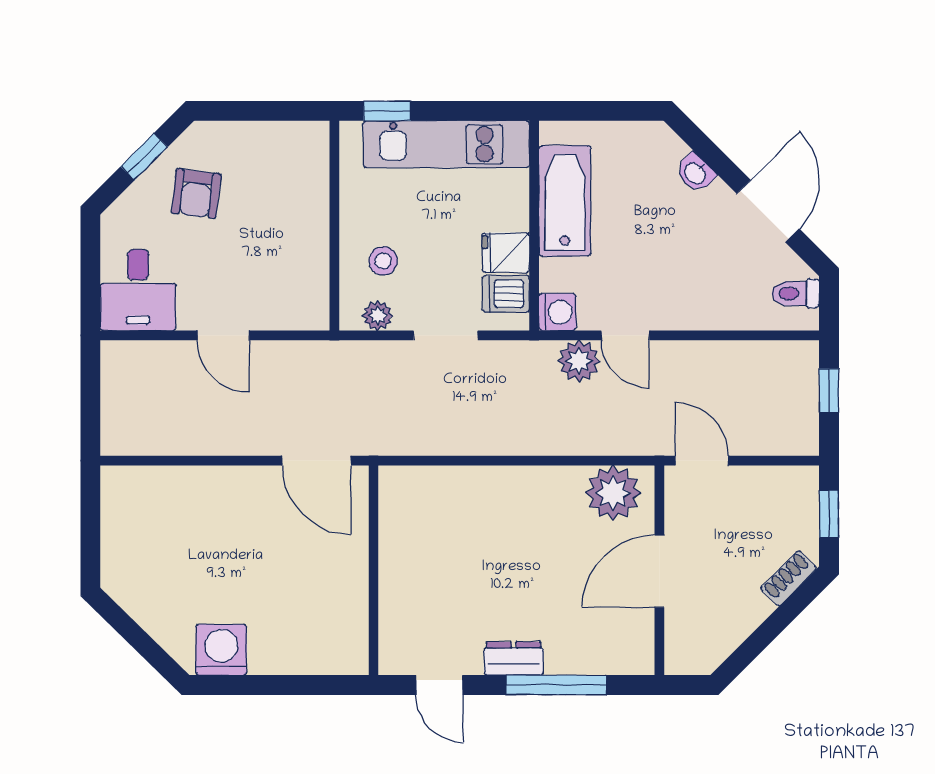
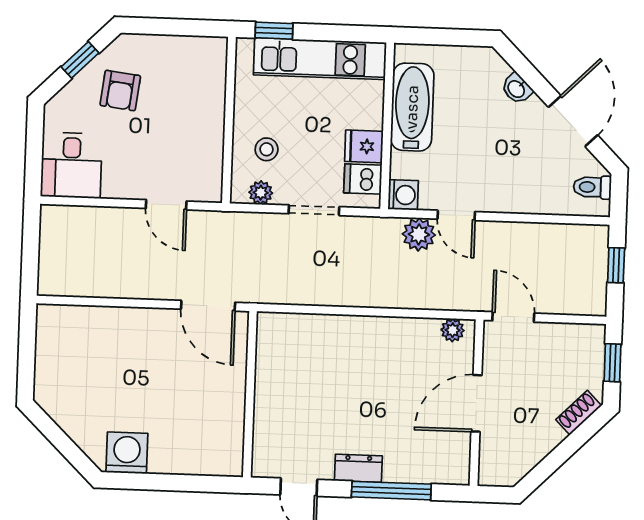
door: (223, 335) -> (166, 205), moved
plant: (613, 493) -> (453, 330), width x0.53, depth x0.53

